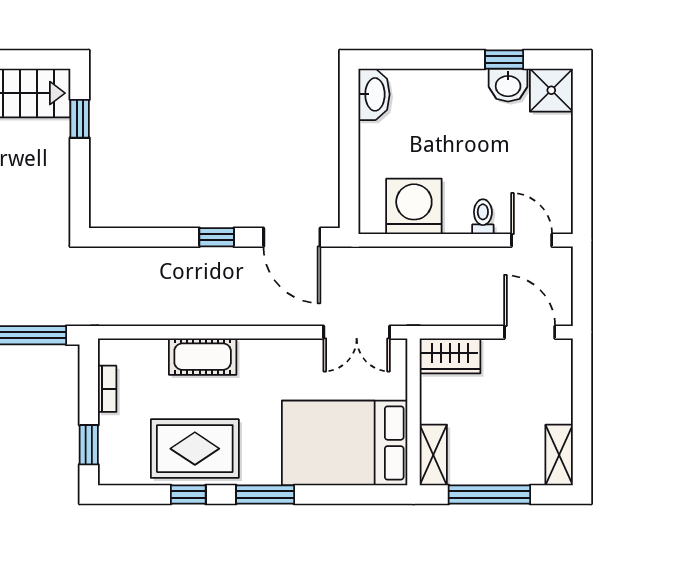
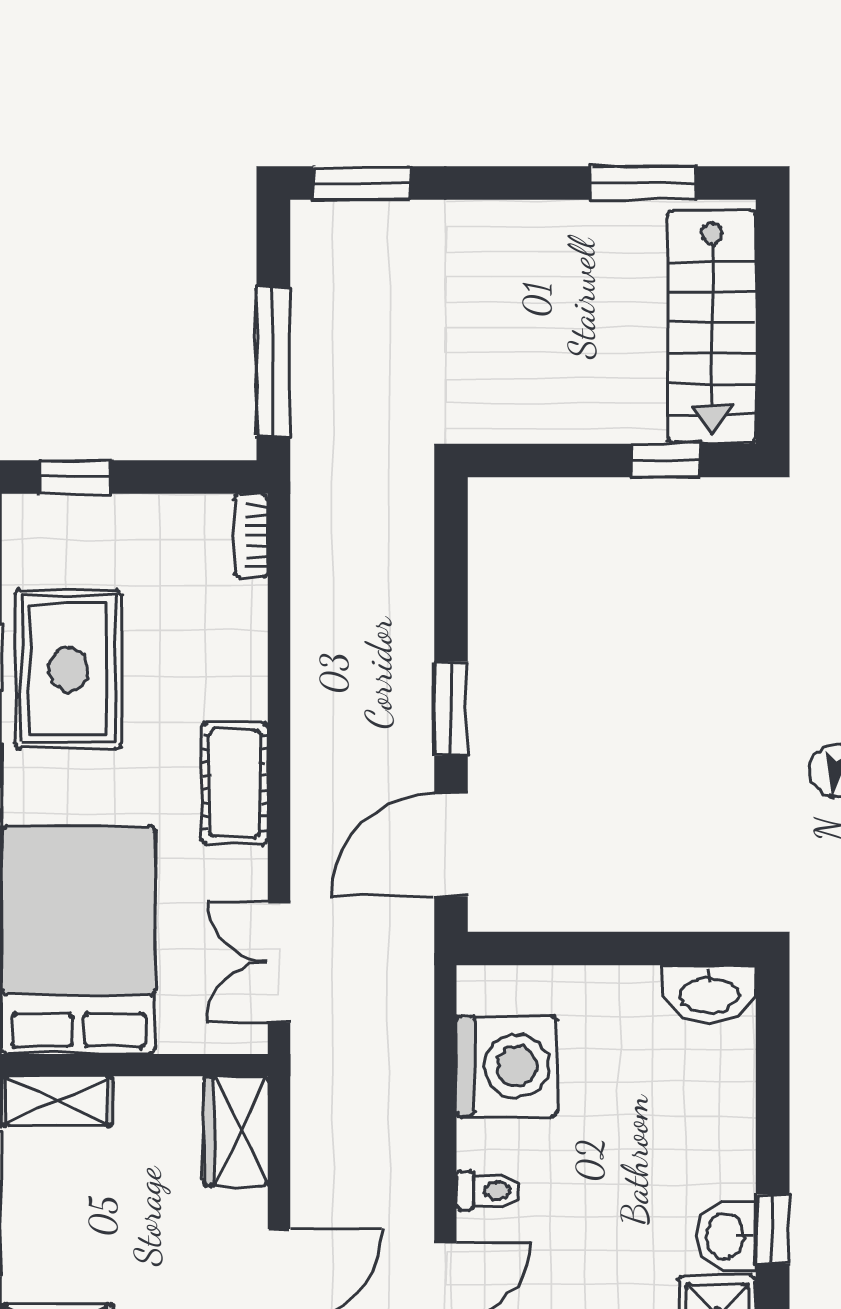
window: (217, 237) -> (451, 709), width x1.50
cot: (203, 357) -> (235, 783), moved
bookcase: (107, 389) -> (251, 536), moved, turned 90

